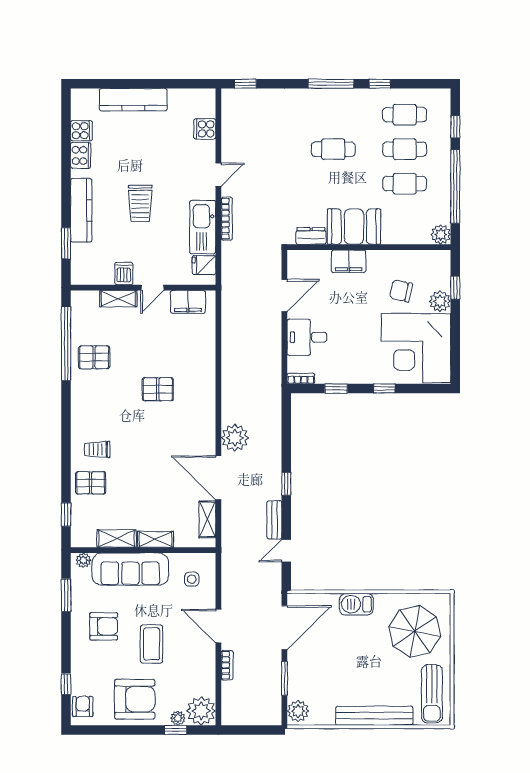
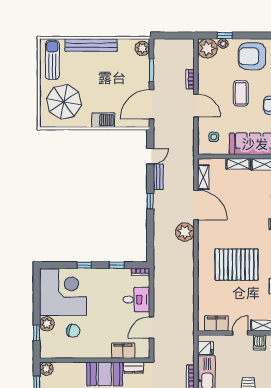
filing cabinet: (349, 261) -> (123, 351), moved
pallet: (158, 389) -> (237, 265), width x2.05, depth x2.00

